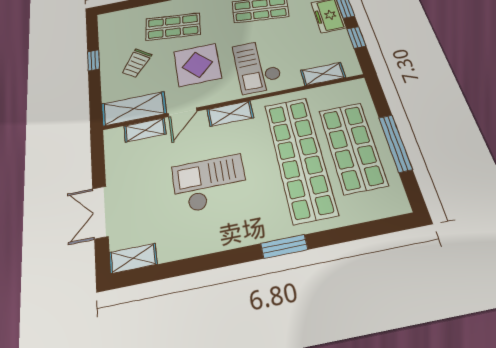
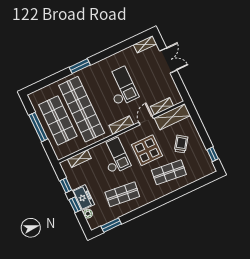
window: (94, 60) -> (213, 154), moved
checkout: (210, 183) -> (121, 87), turned -90

